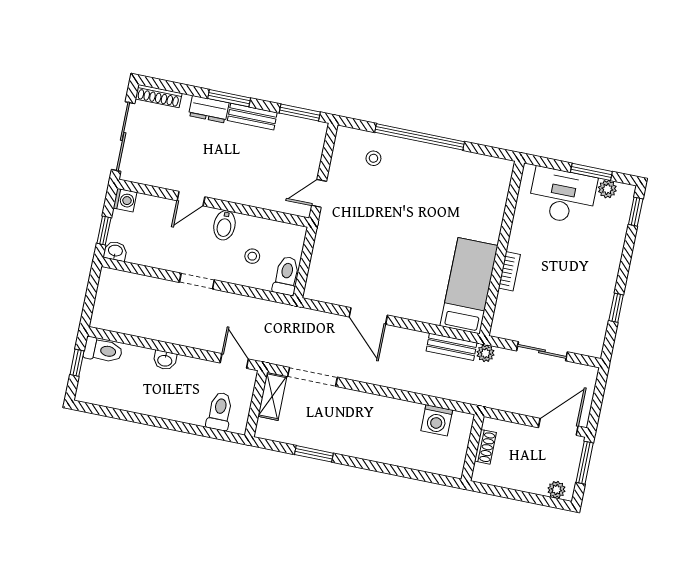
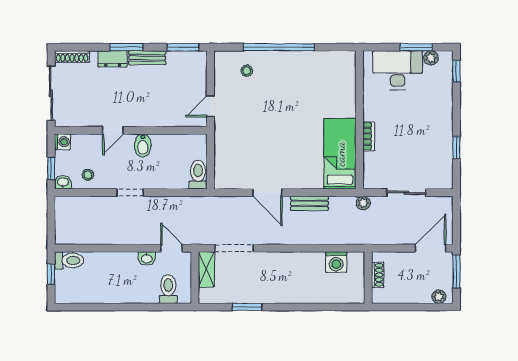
stool: (252, 256) -> (88, 175), moved
bench: (452, 347) -> (309, 203), moved
washbasin: (165, 360) -> (147, 258), moved

